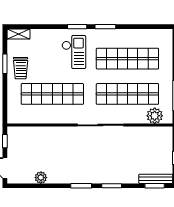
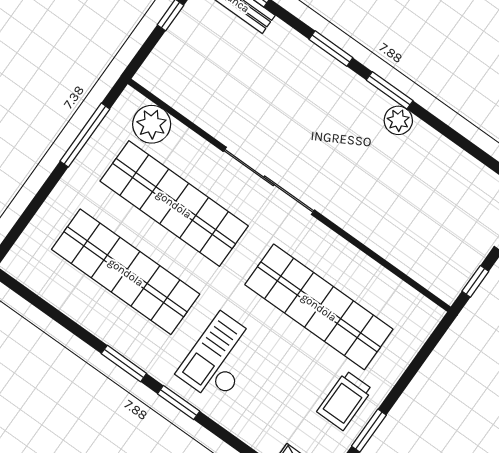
trolley: (21, 68) -> (345, 400), turned 180
plant: (41, 178) -> (398, 120), moved

